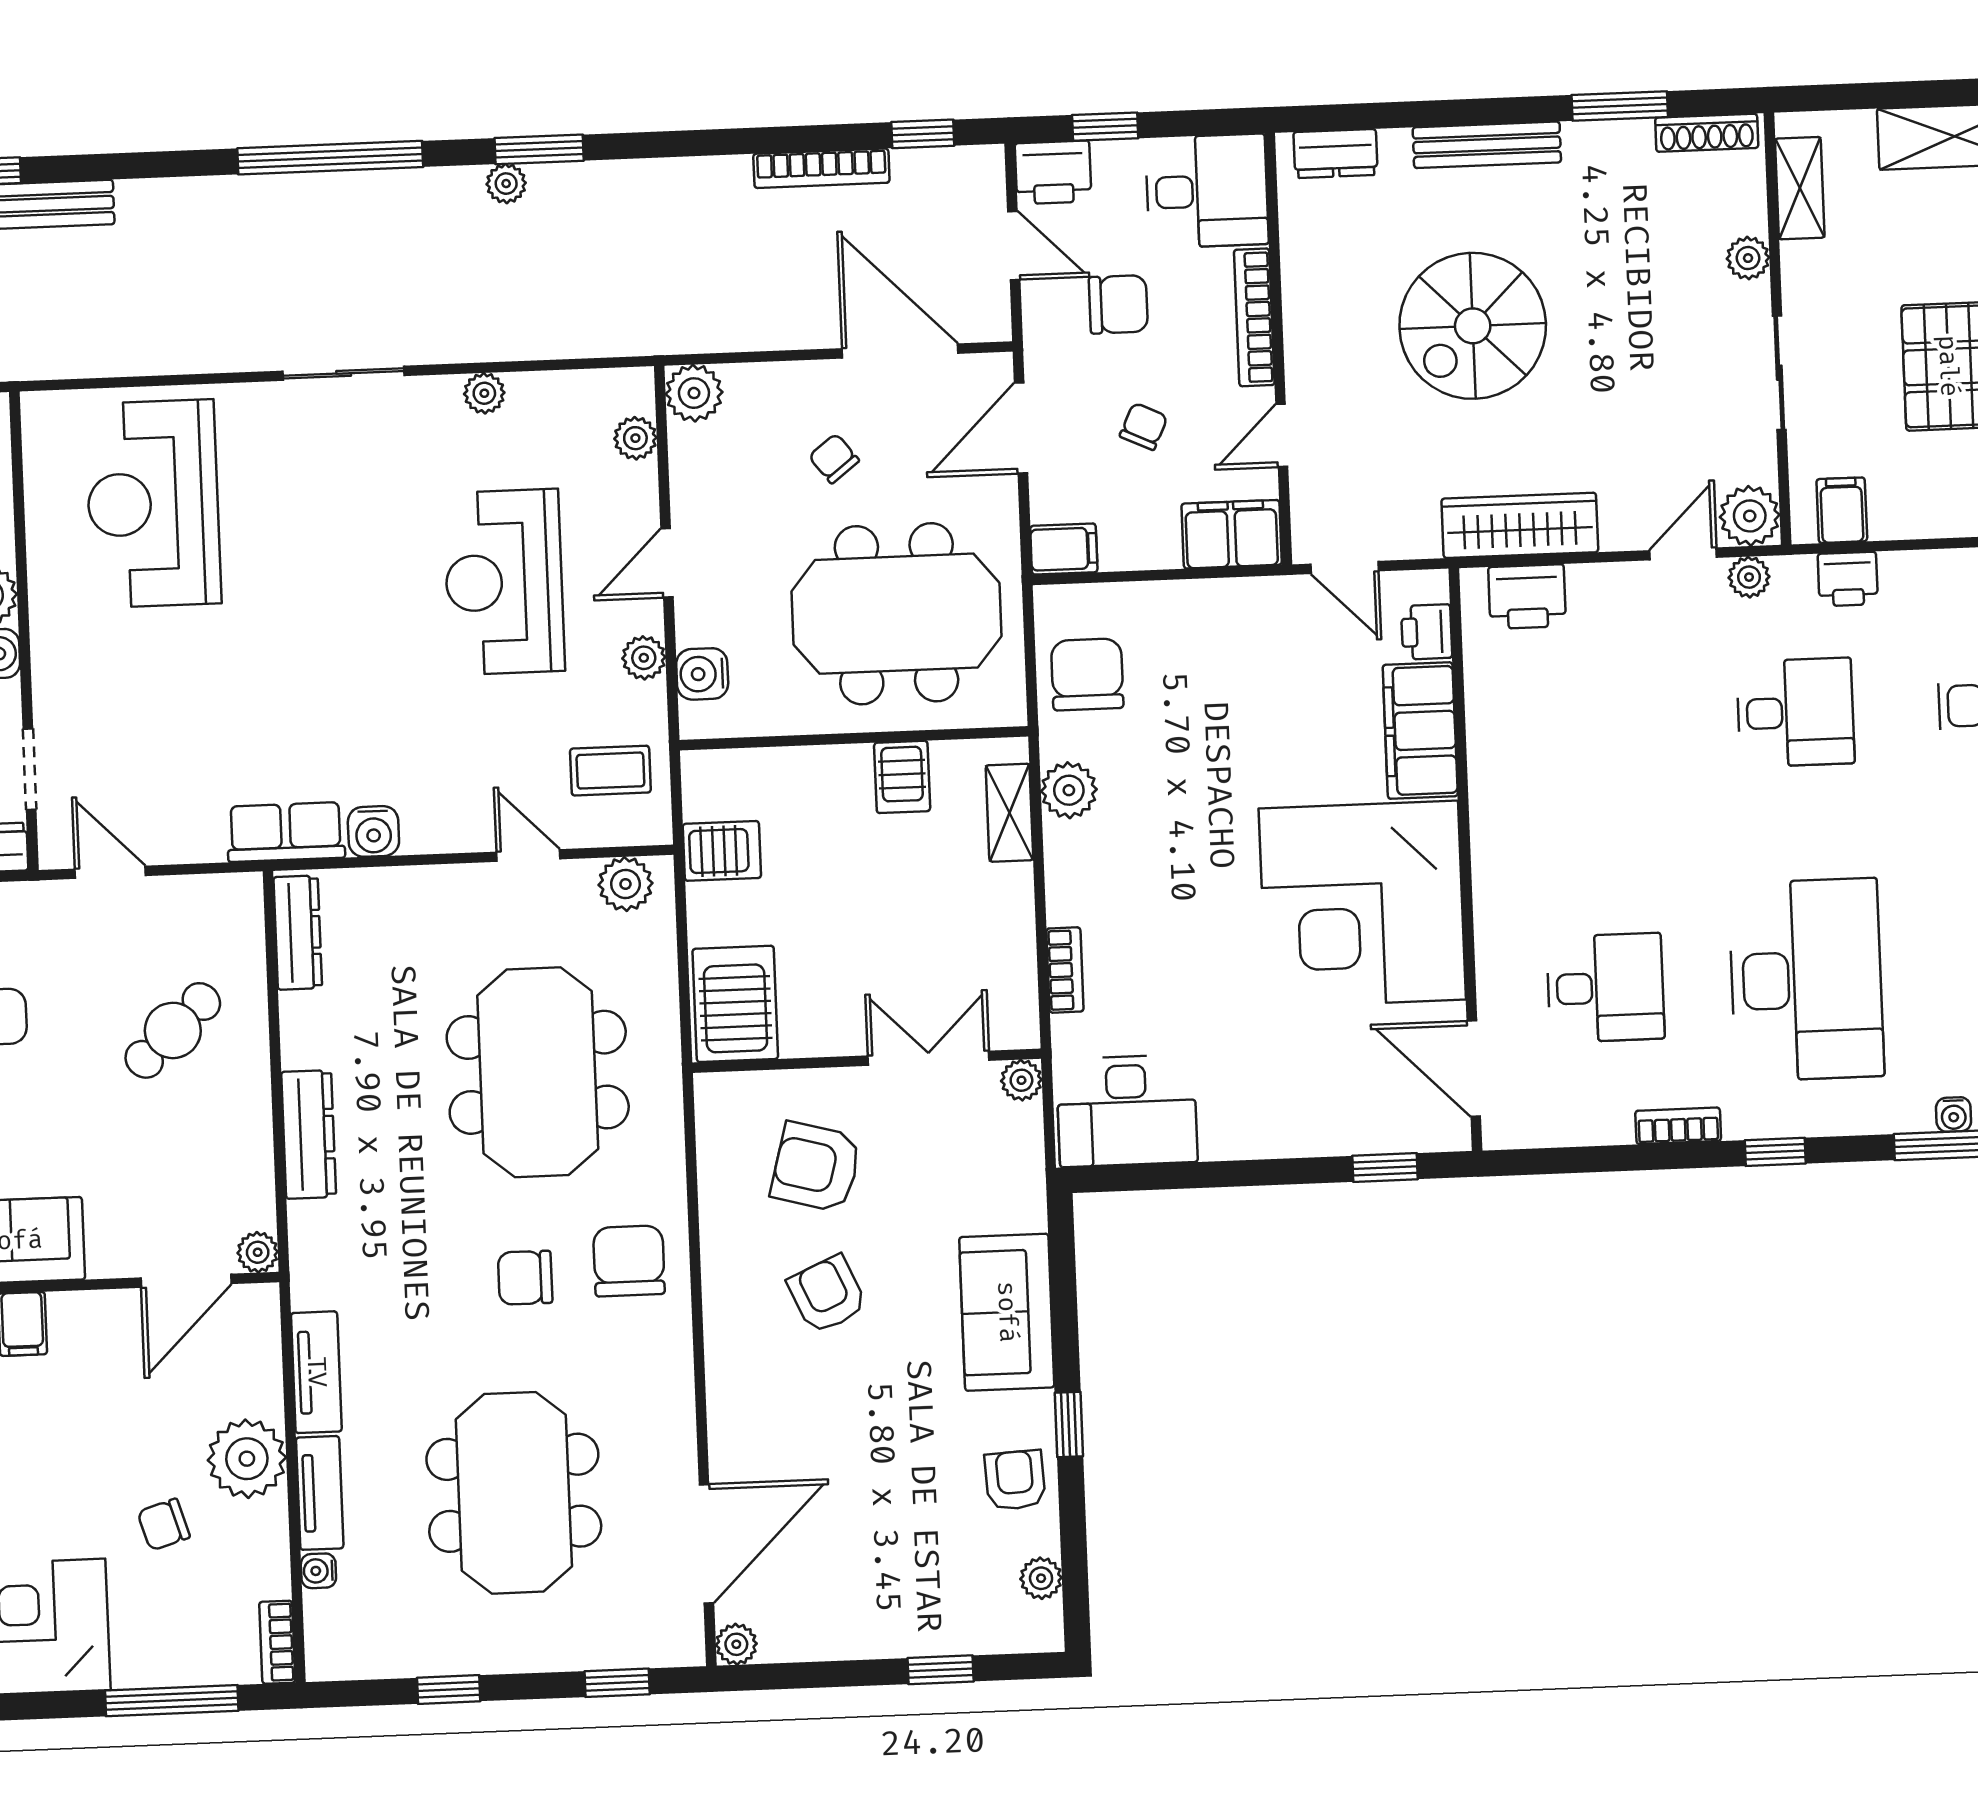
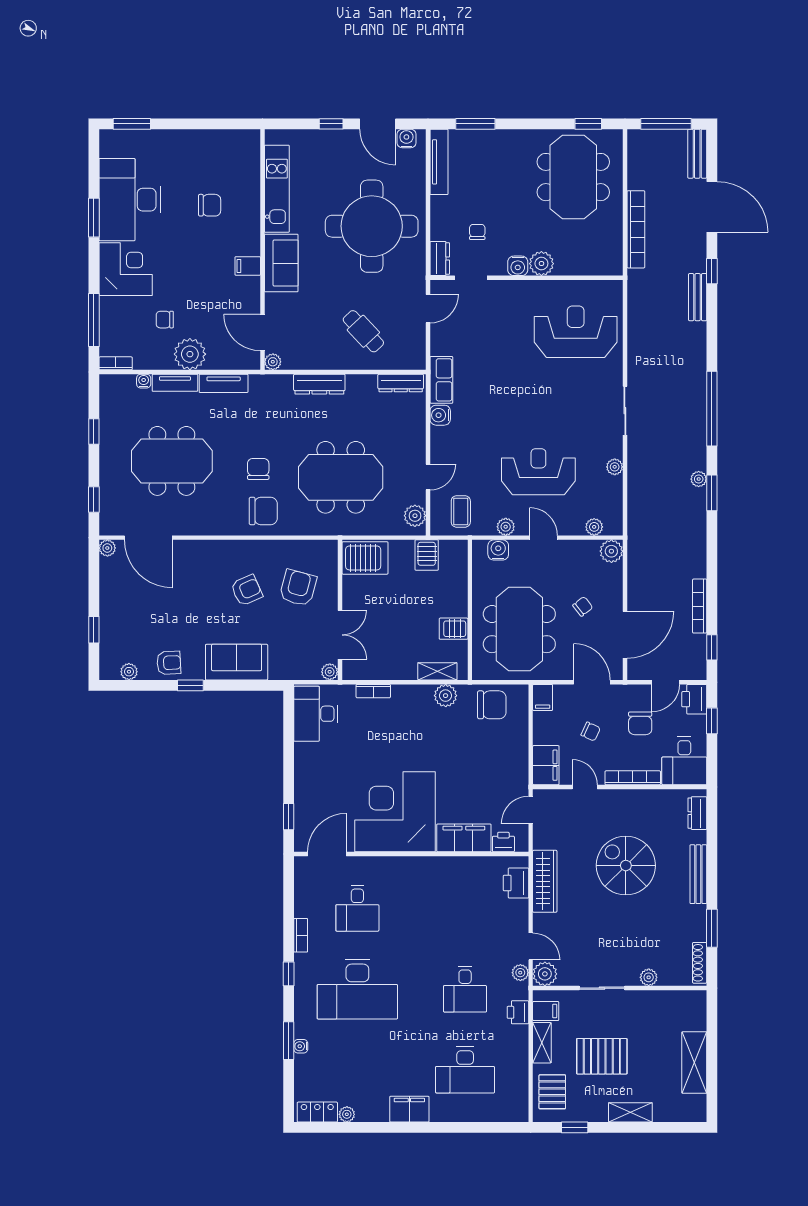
shelving: (1800, 188) -> (542, 1043), moved, turned 90
chair: (164, 1525) -> (165, 320), turned -73

